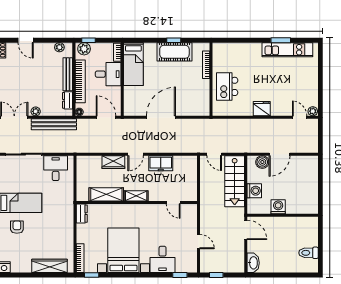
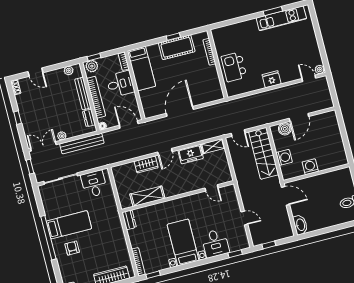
shelving: (136, 196) -> (213, 146), moved
bed with nightstands: (123, 250) -> (183, 242), width x0.73

